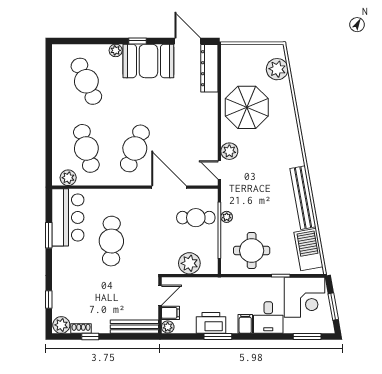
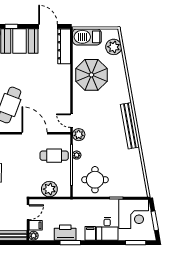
plant: (229, 151) -> (79, 135), moved
bench: (303, 198) -> (130, 126), moved
barbecue: (309, 249) -> (87, 37), moved, turned -80

